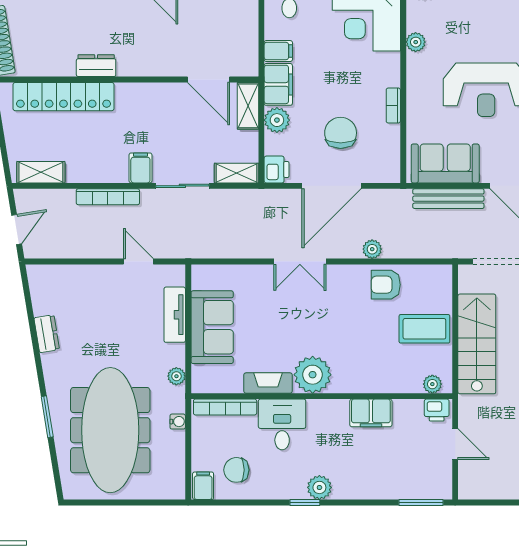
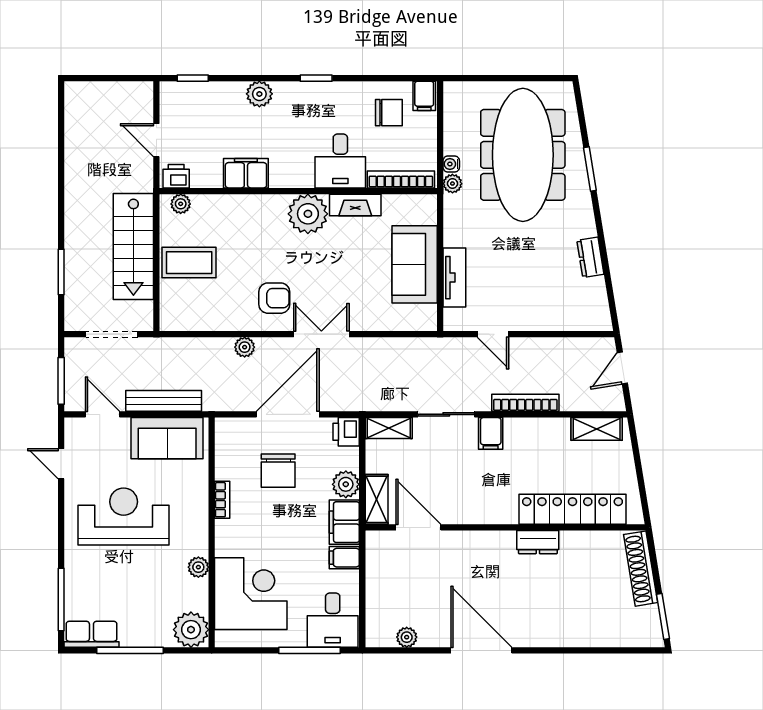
armchair: (386, 285) -> (274, 298), moved
plant: (176, 376) -> (452, 184), moved
plant: (319, 487) -> (259, 94), moved
window: (421, 502) -> (193, 78), width x0.67

